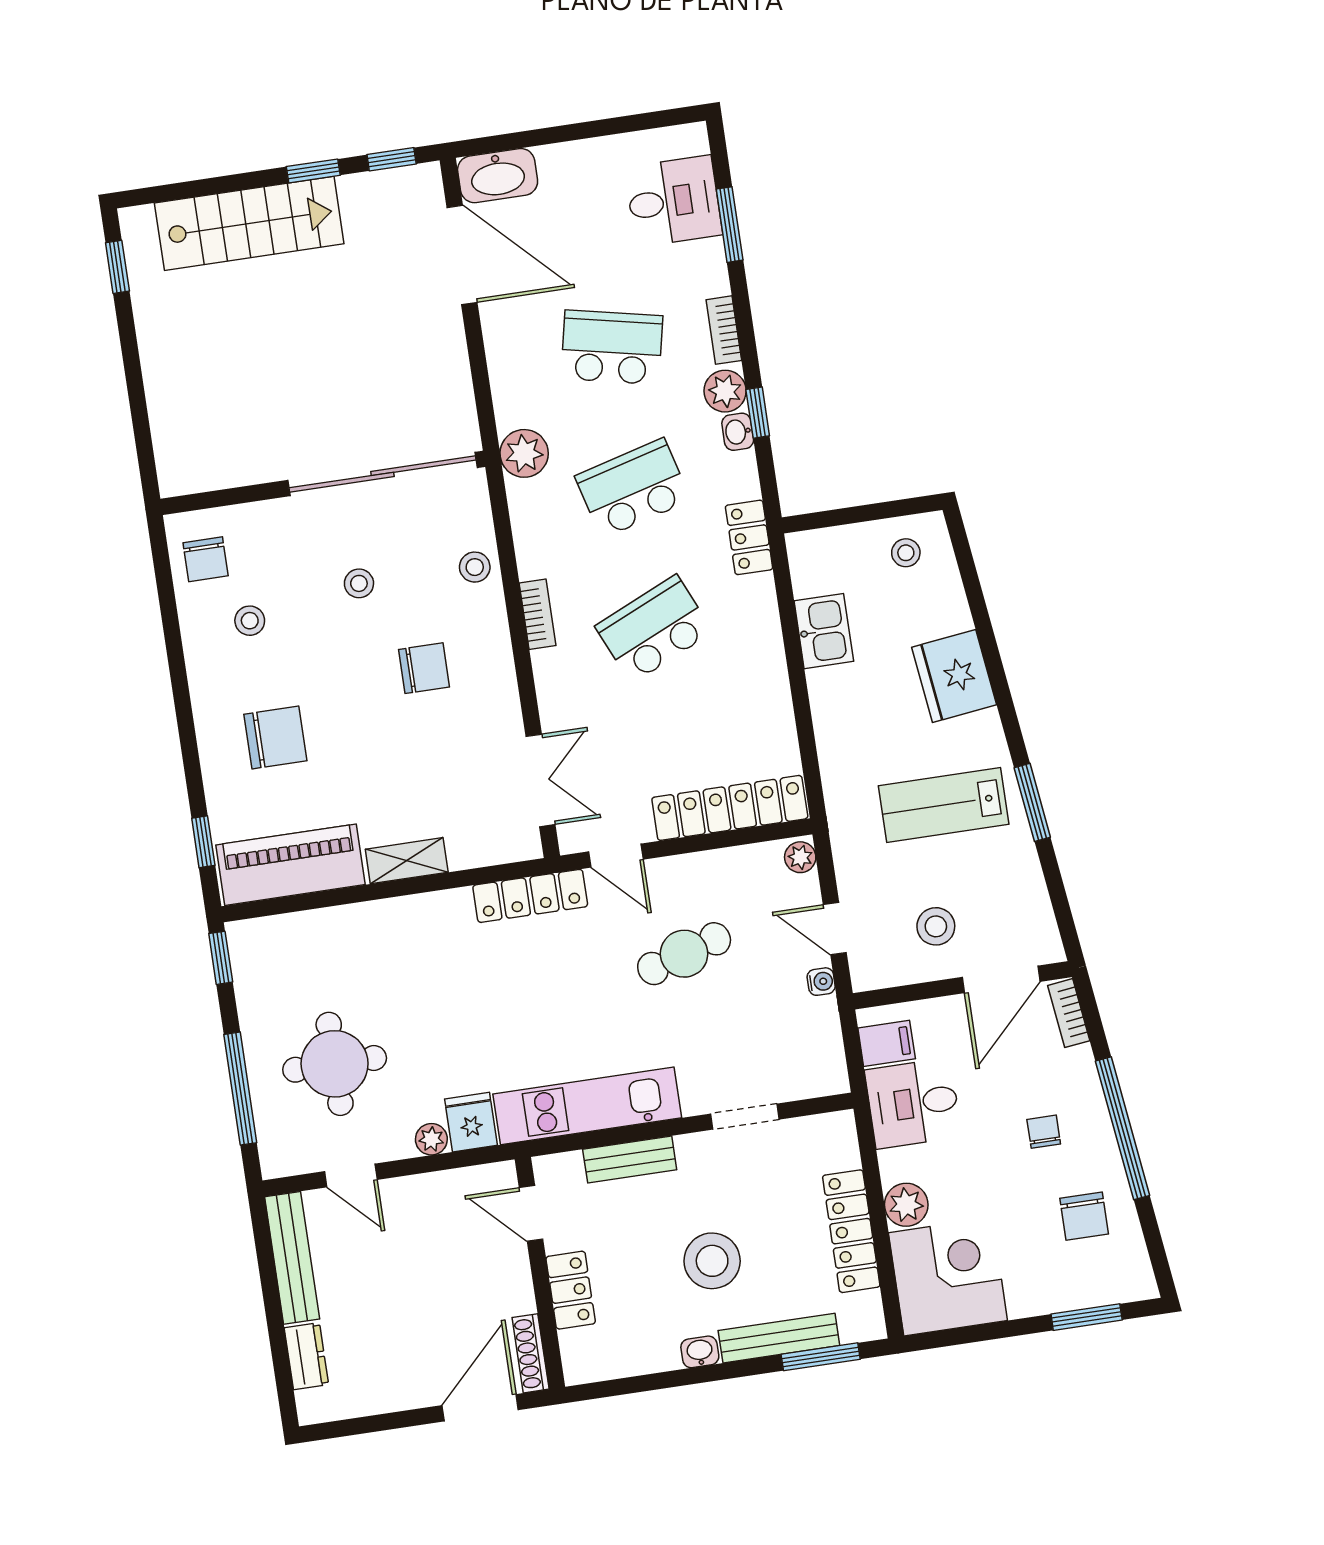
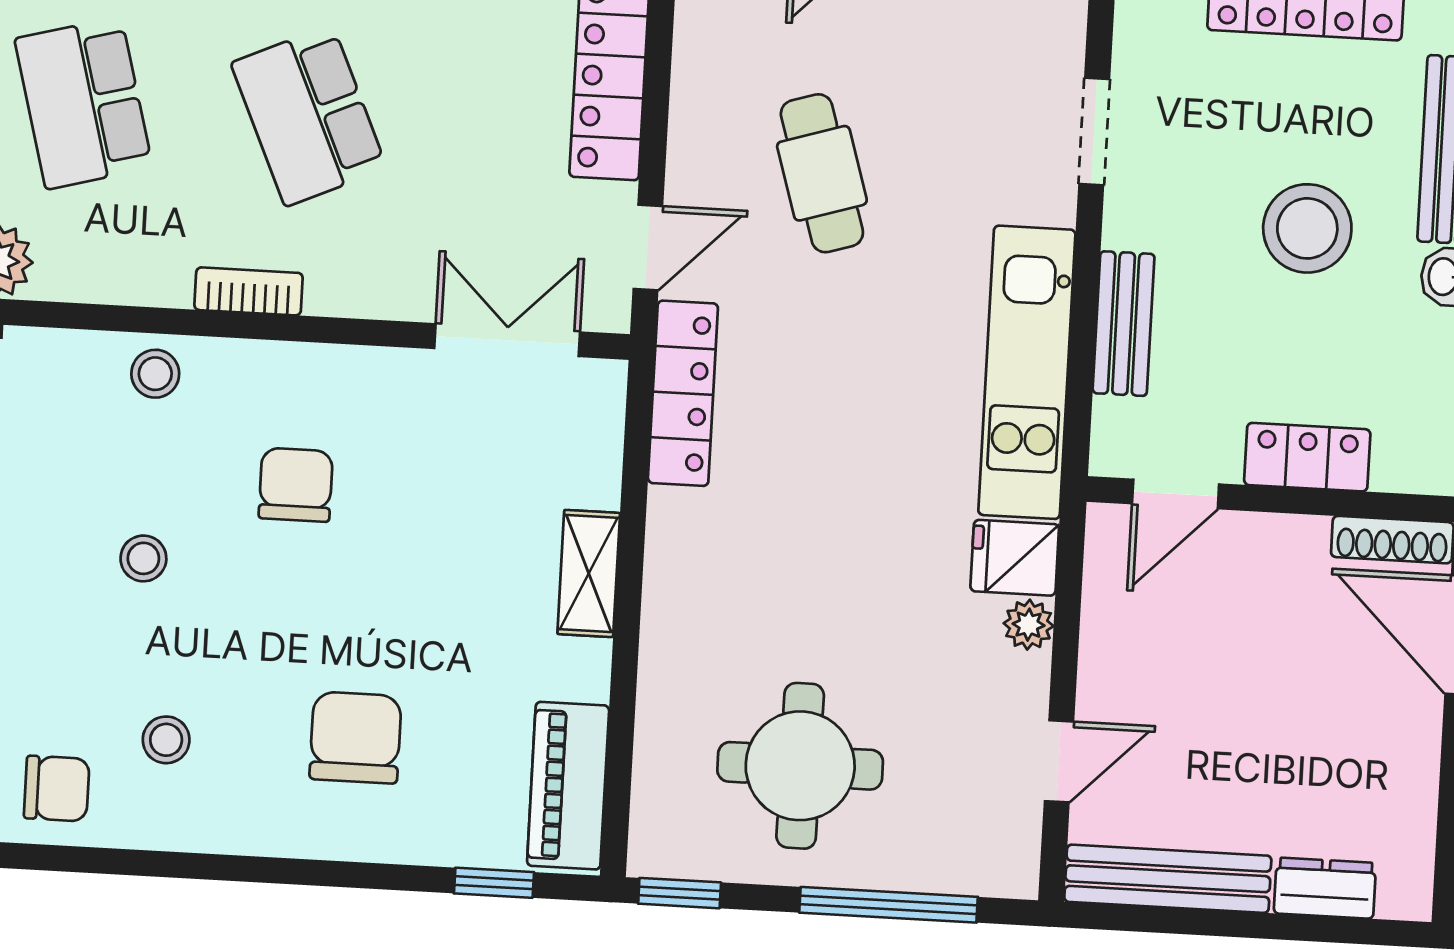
piano: (291, 865) -> (568, 786), width x0.73, depth x0.75
round table: (335, 1064) -> (800, 766), moved

